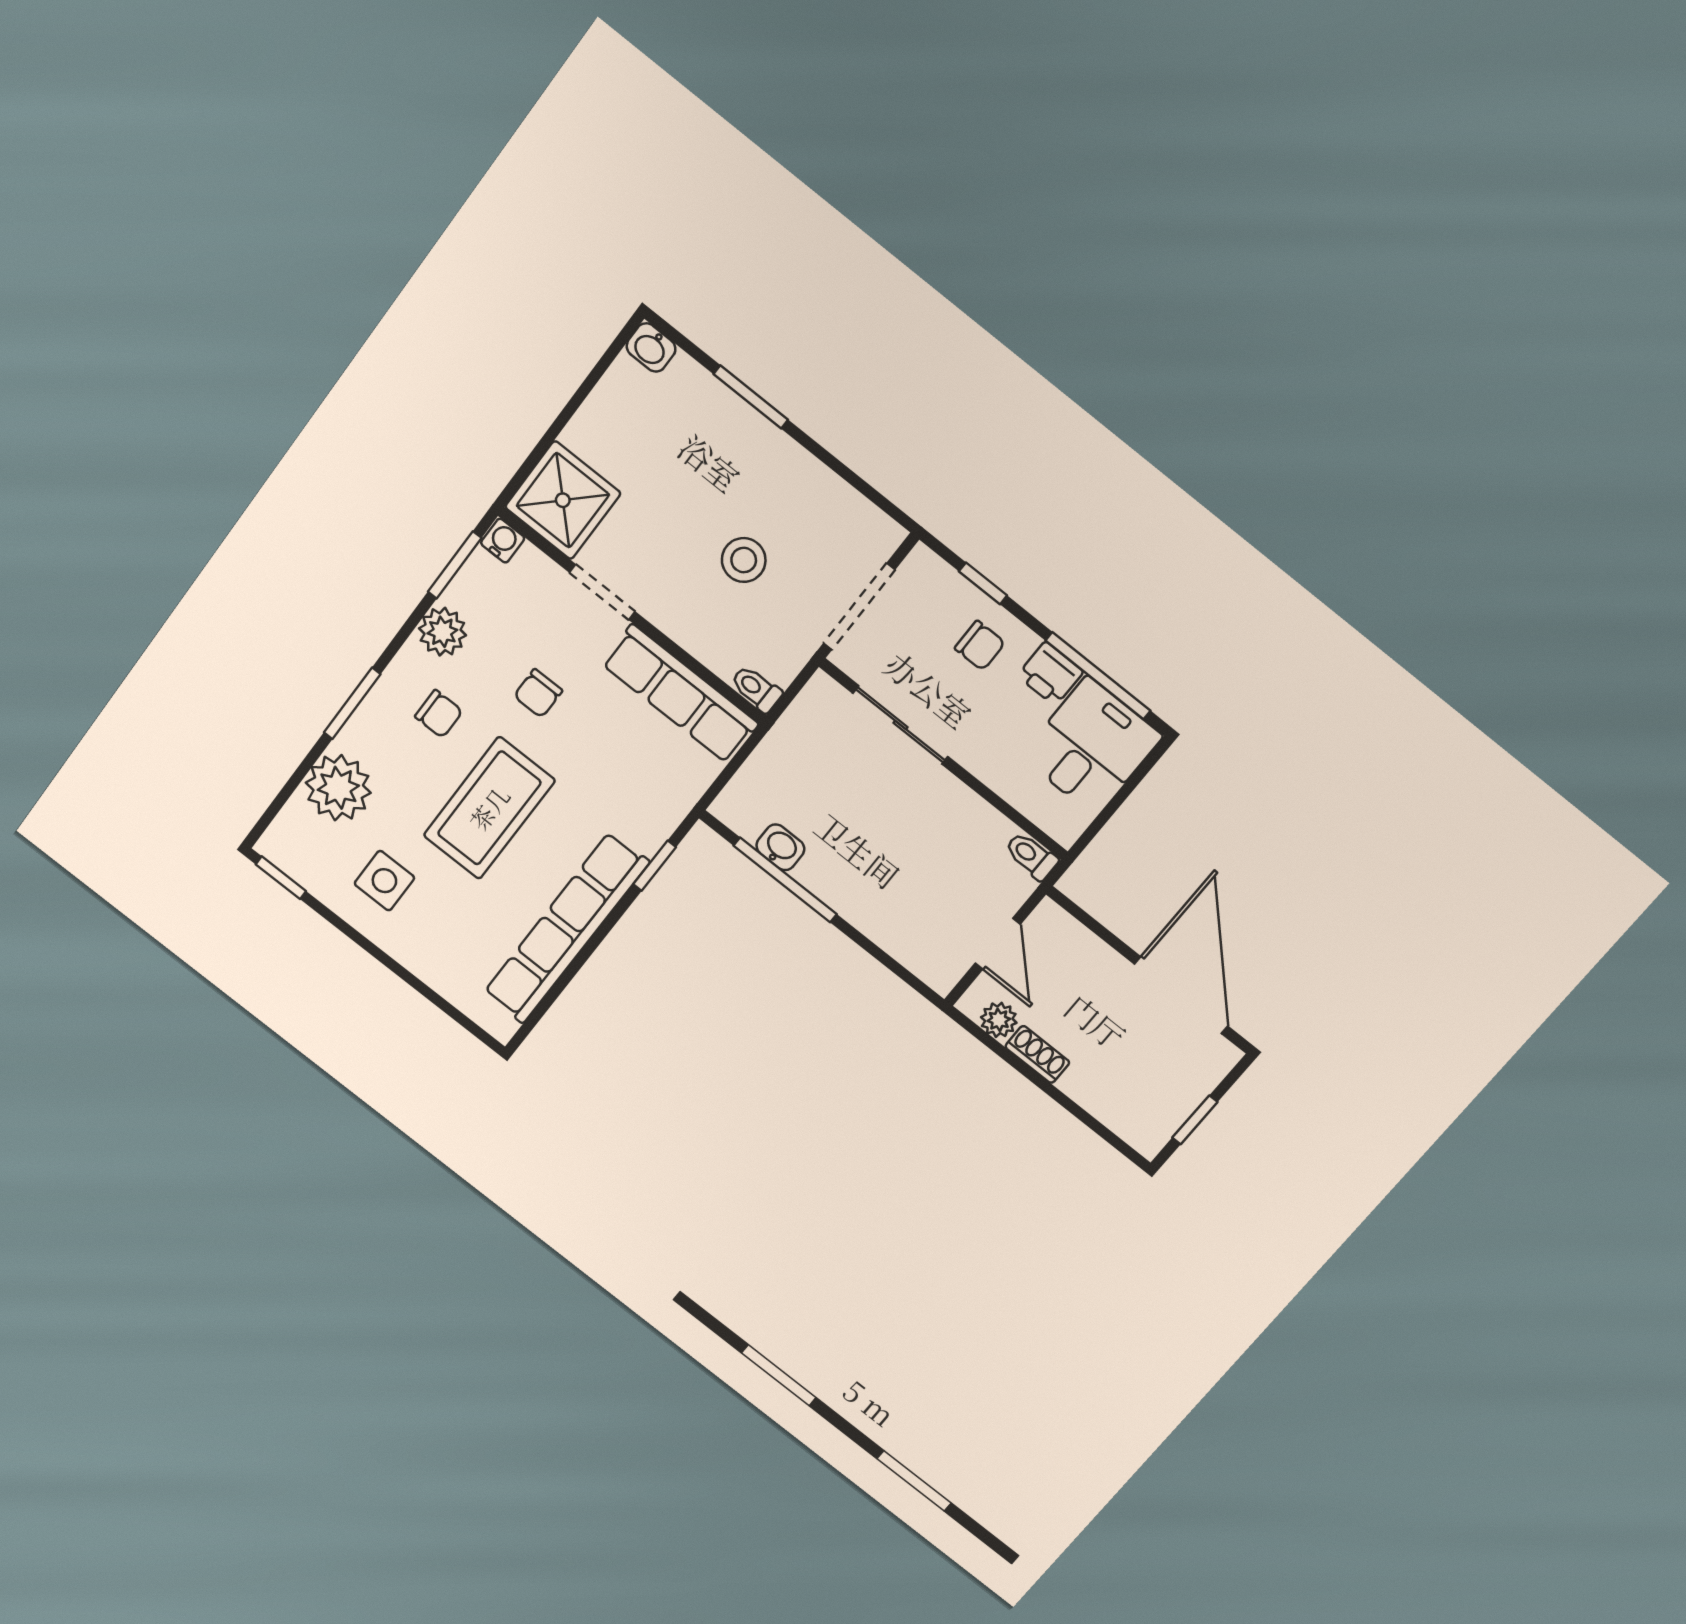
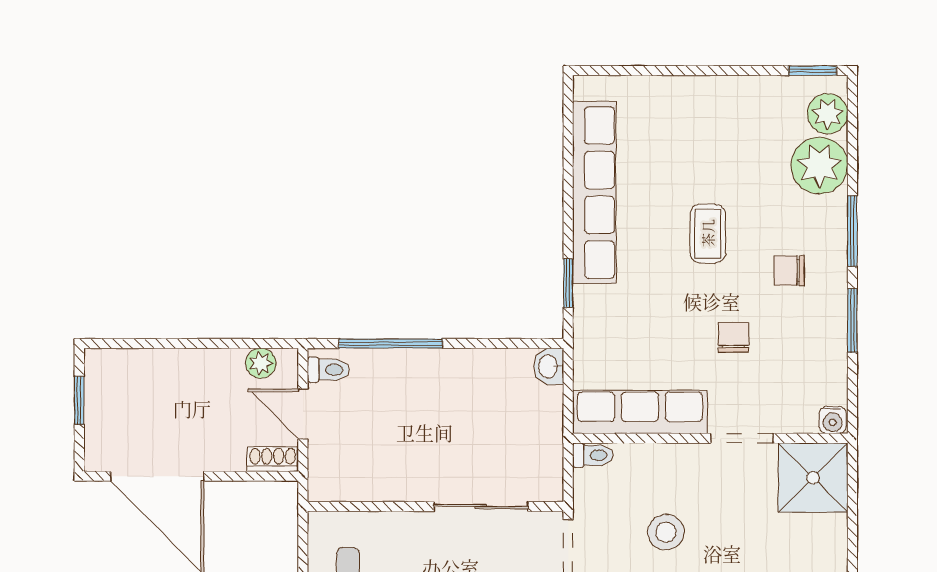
window: (455, 565) -> (852, 320), moved
plant: (442, 632) -> (828, 114), moved
coffee table: (489, 808) -> (708, 233), width x0.54, depth x0.58
washbasin: (780, 847) -> (549, 366), moved, turned 90
toilet: (1031, 856) -> (328, 370), moved
window: (785, 880) -> (391, 344), moved
side table: (384, 881) -> (741, 126), removed
shoe rack: (1037, 1054) -> (273, 459), moved, turned 180

